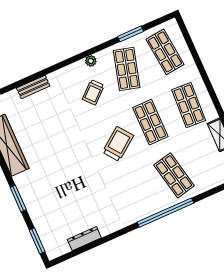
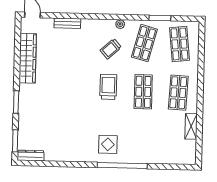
trolley: (118, 144) -> (108, 87), moved, turned -53
shop shelf: (174, 175) -> (142, 140), removed
display table: (139, 197) -> (108, 144), added
dresser: (84, 239) -> (31, 156), moved

